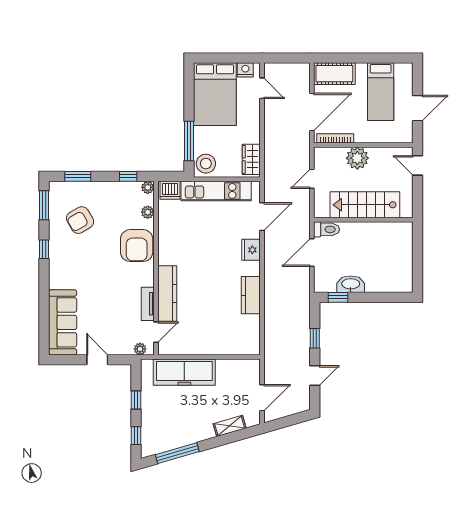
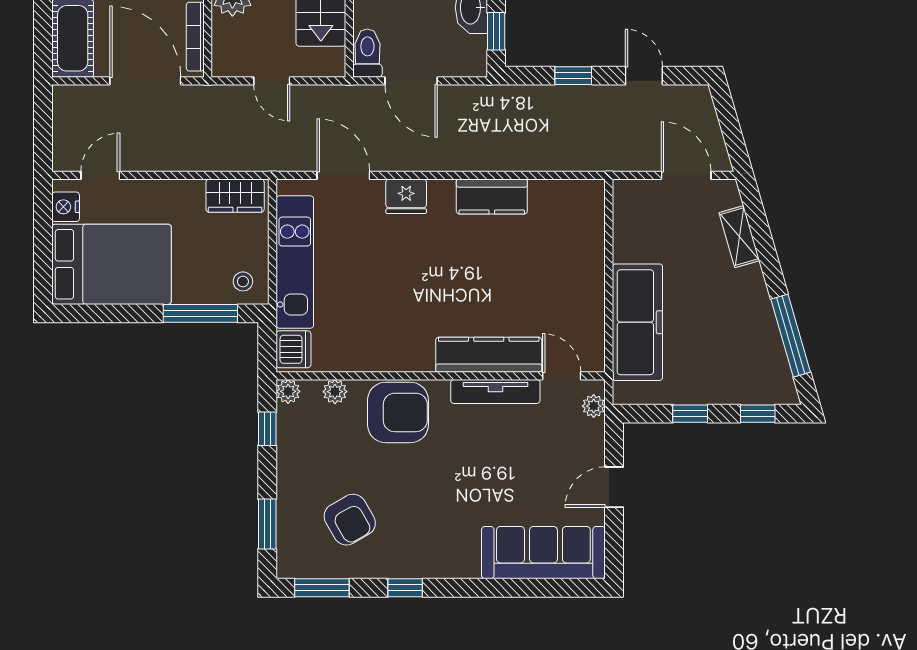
stool: (206, 164) -> (243, 281), width x0.53, depth x0.53
tv unit: (148, 304) -> (495, 392), width x1.41

